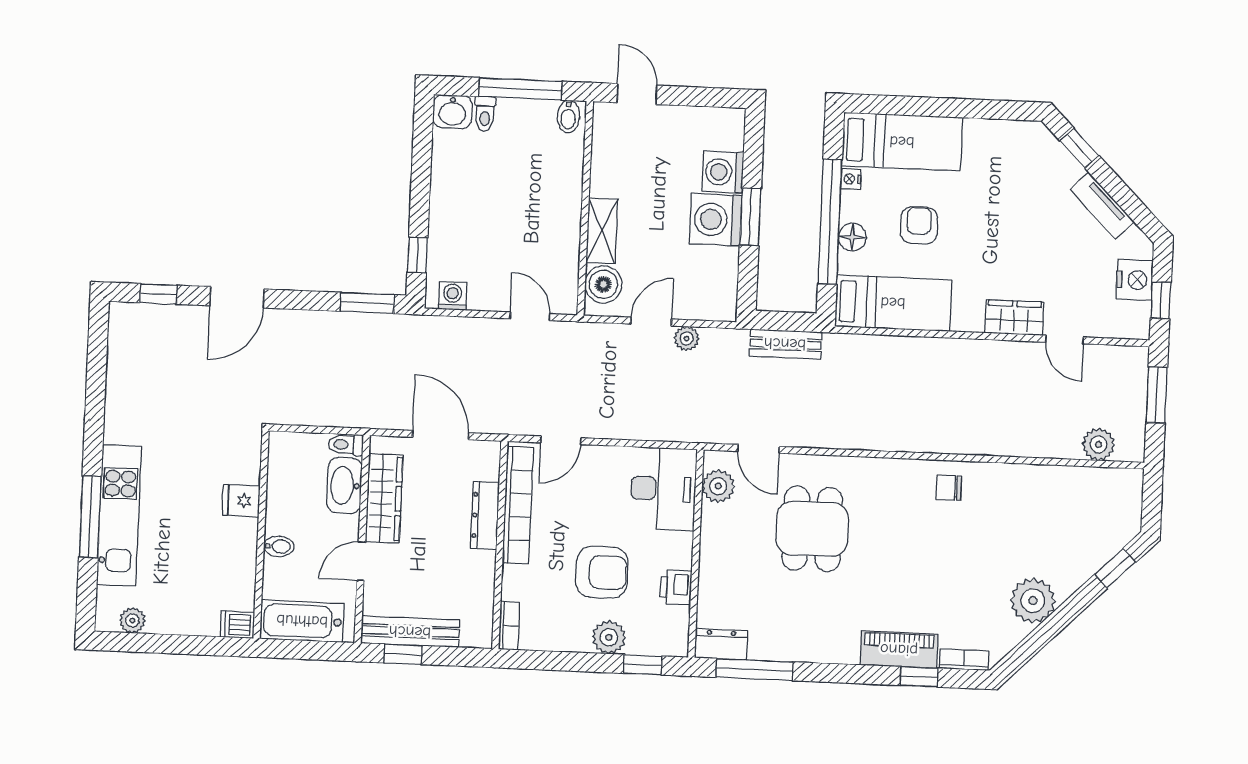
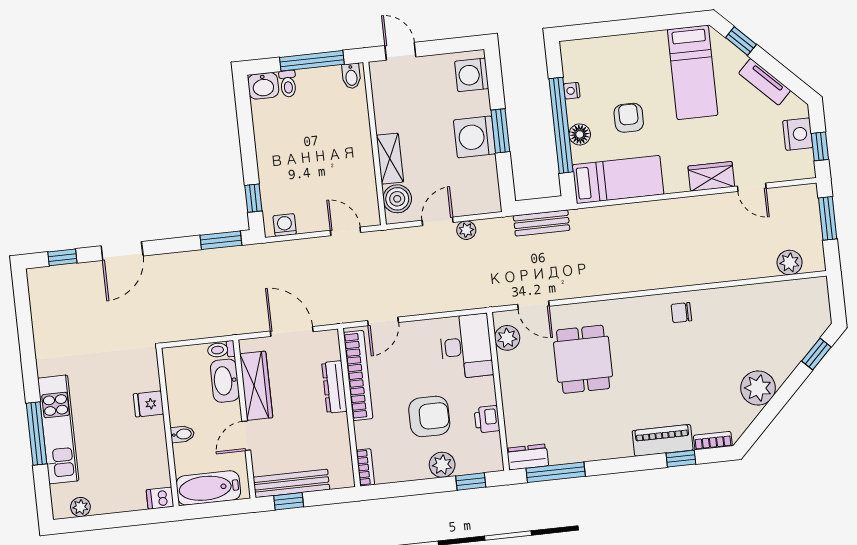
bed: (902, 142) -> (693, 72), moved, turned 90
washing machine: (723, 172) -> (472, 75), moved

